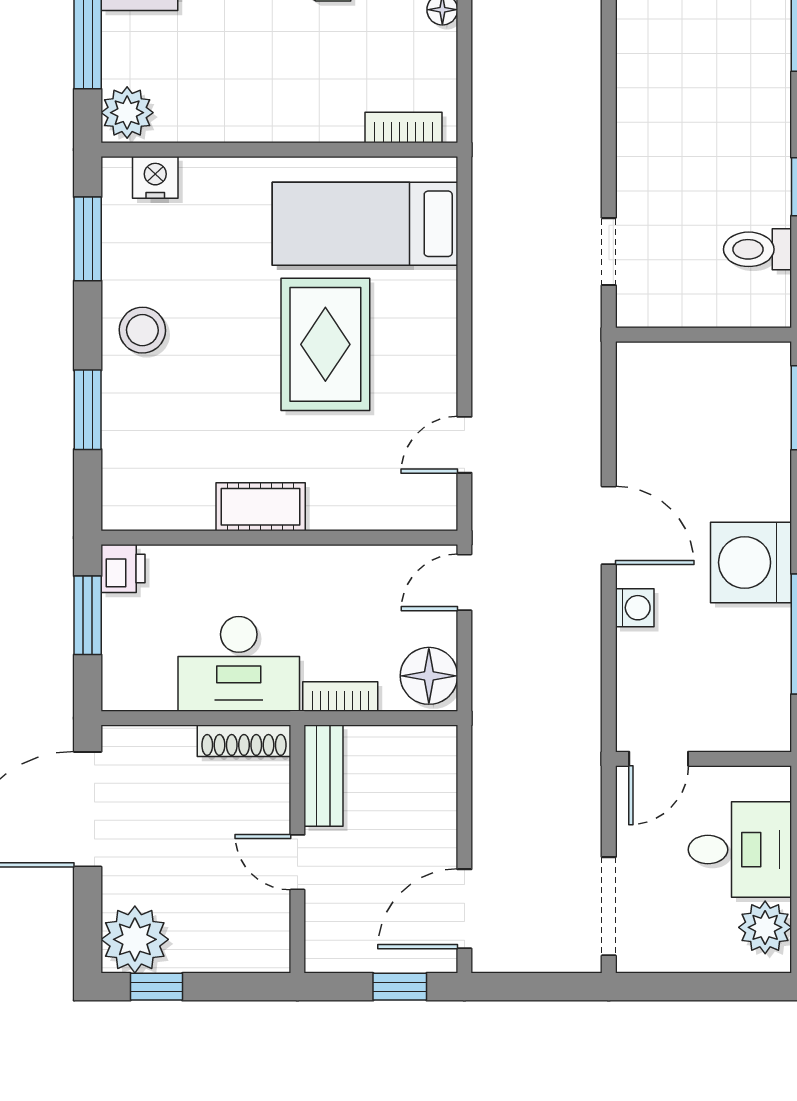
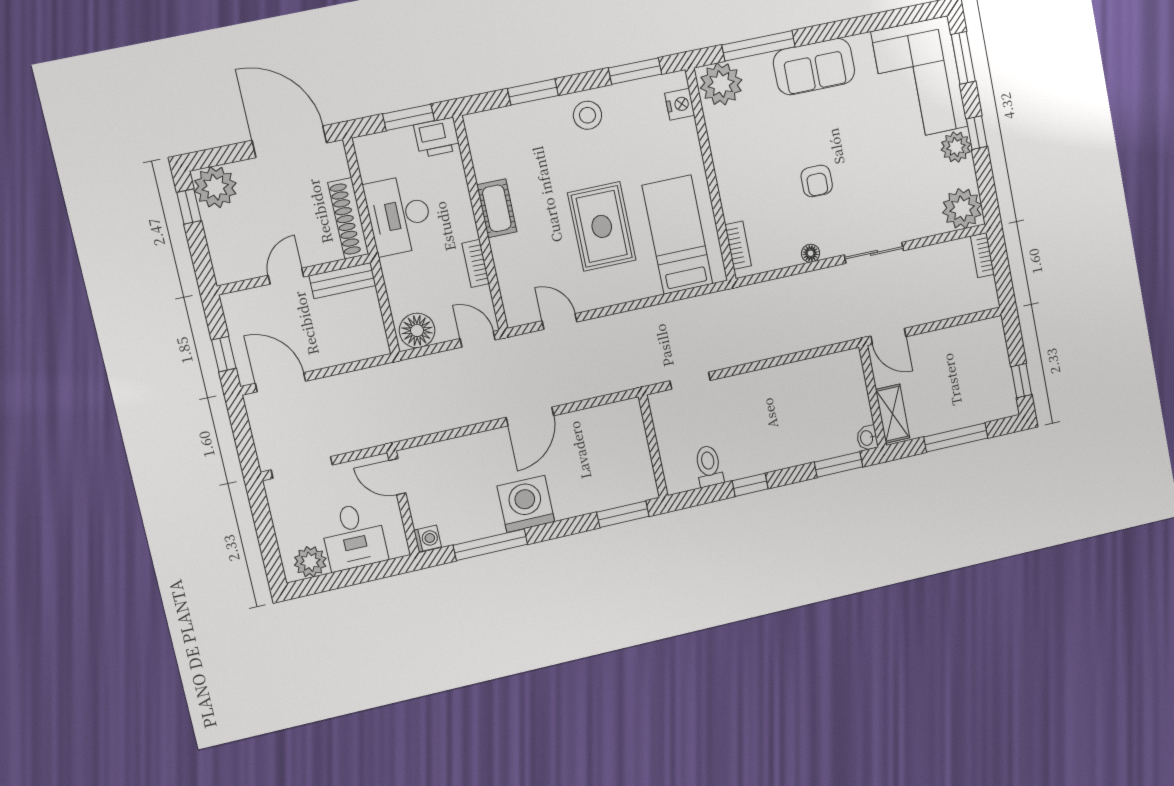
plant: (127, 113) -> (721, 84), width x1.36, depth x1.36
rug: (325, 344) -> (602, 226), turned 90
printer: (123, 569) -> (437, 137), width x1.36, depth x1.24
washing machine: (635, 608) -> (428, 539), moved, turned -90
bookcase: (340, 697) -> (476, 263), moved, turned 180
shoe rack: (244, 741) -> (348, 218), width x1.36, depth x1.24

